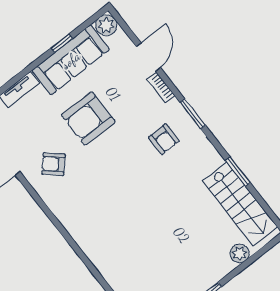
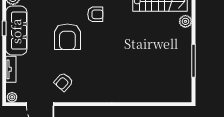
armchair: (88, 118) -> (67, 37), moved

